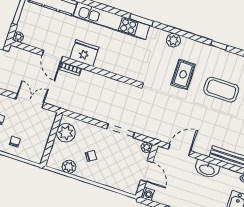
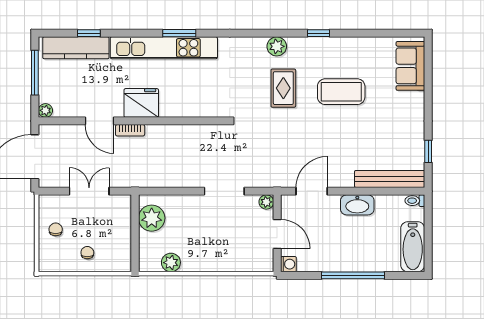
window: (141, 20) -> (179, 33), moved
plant: (174, 40) -> (277, 46), moved
chair: (91, 156) -> (196, 238), removed

